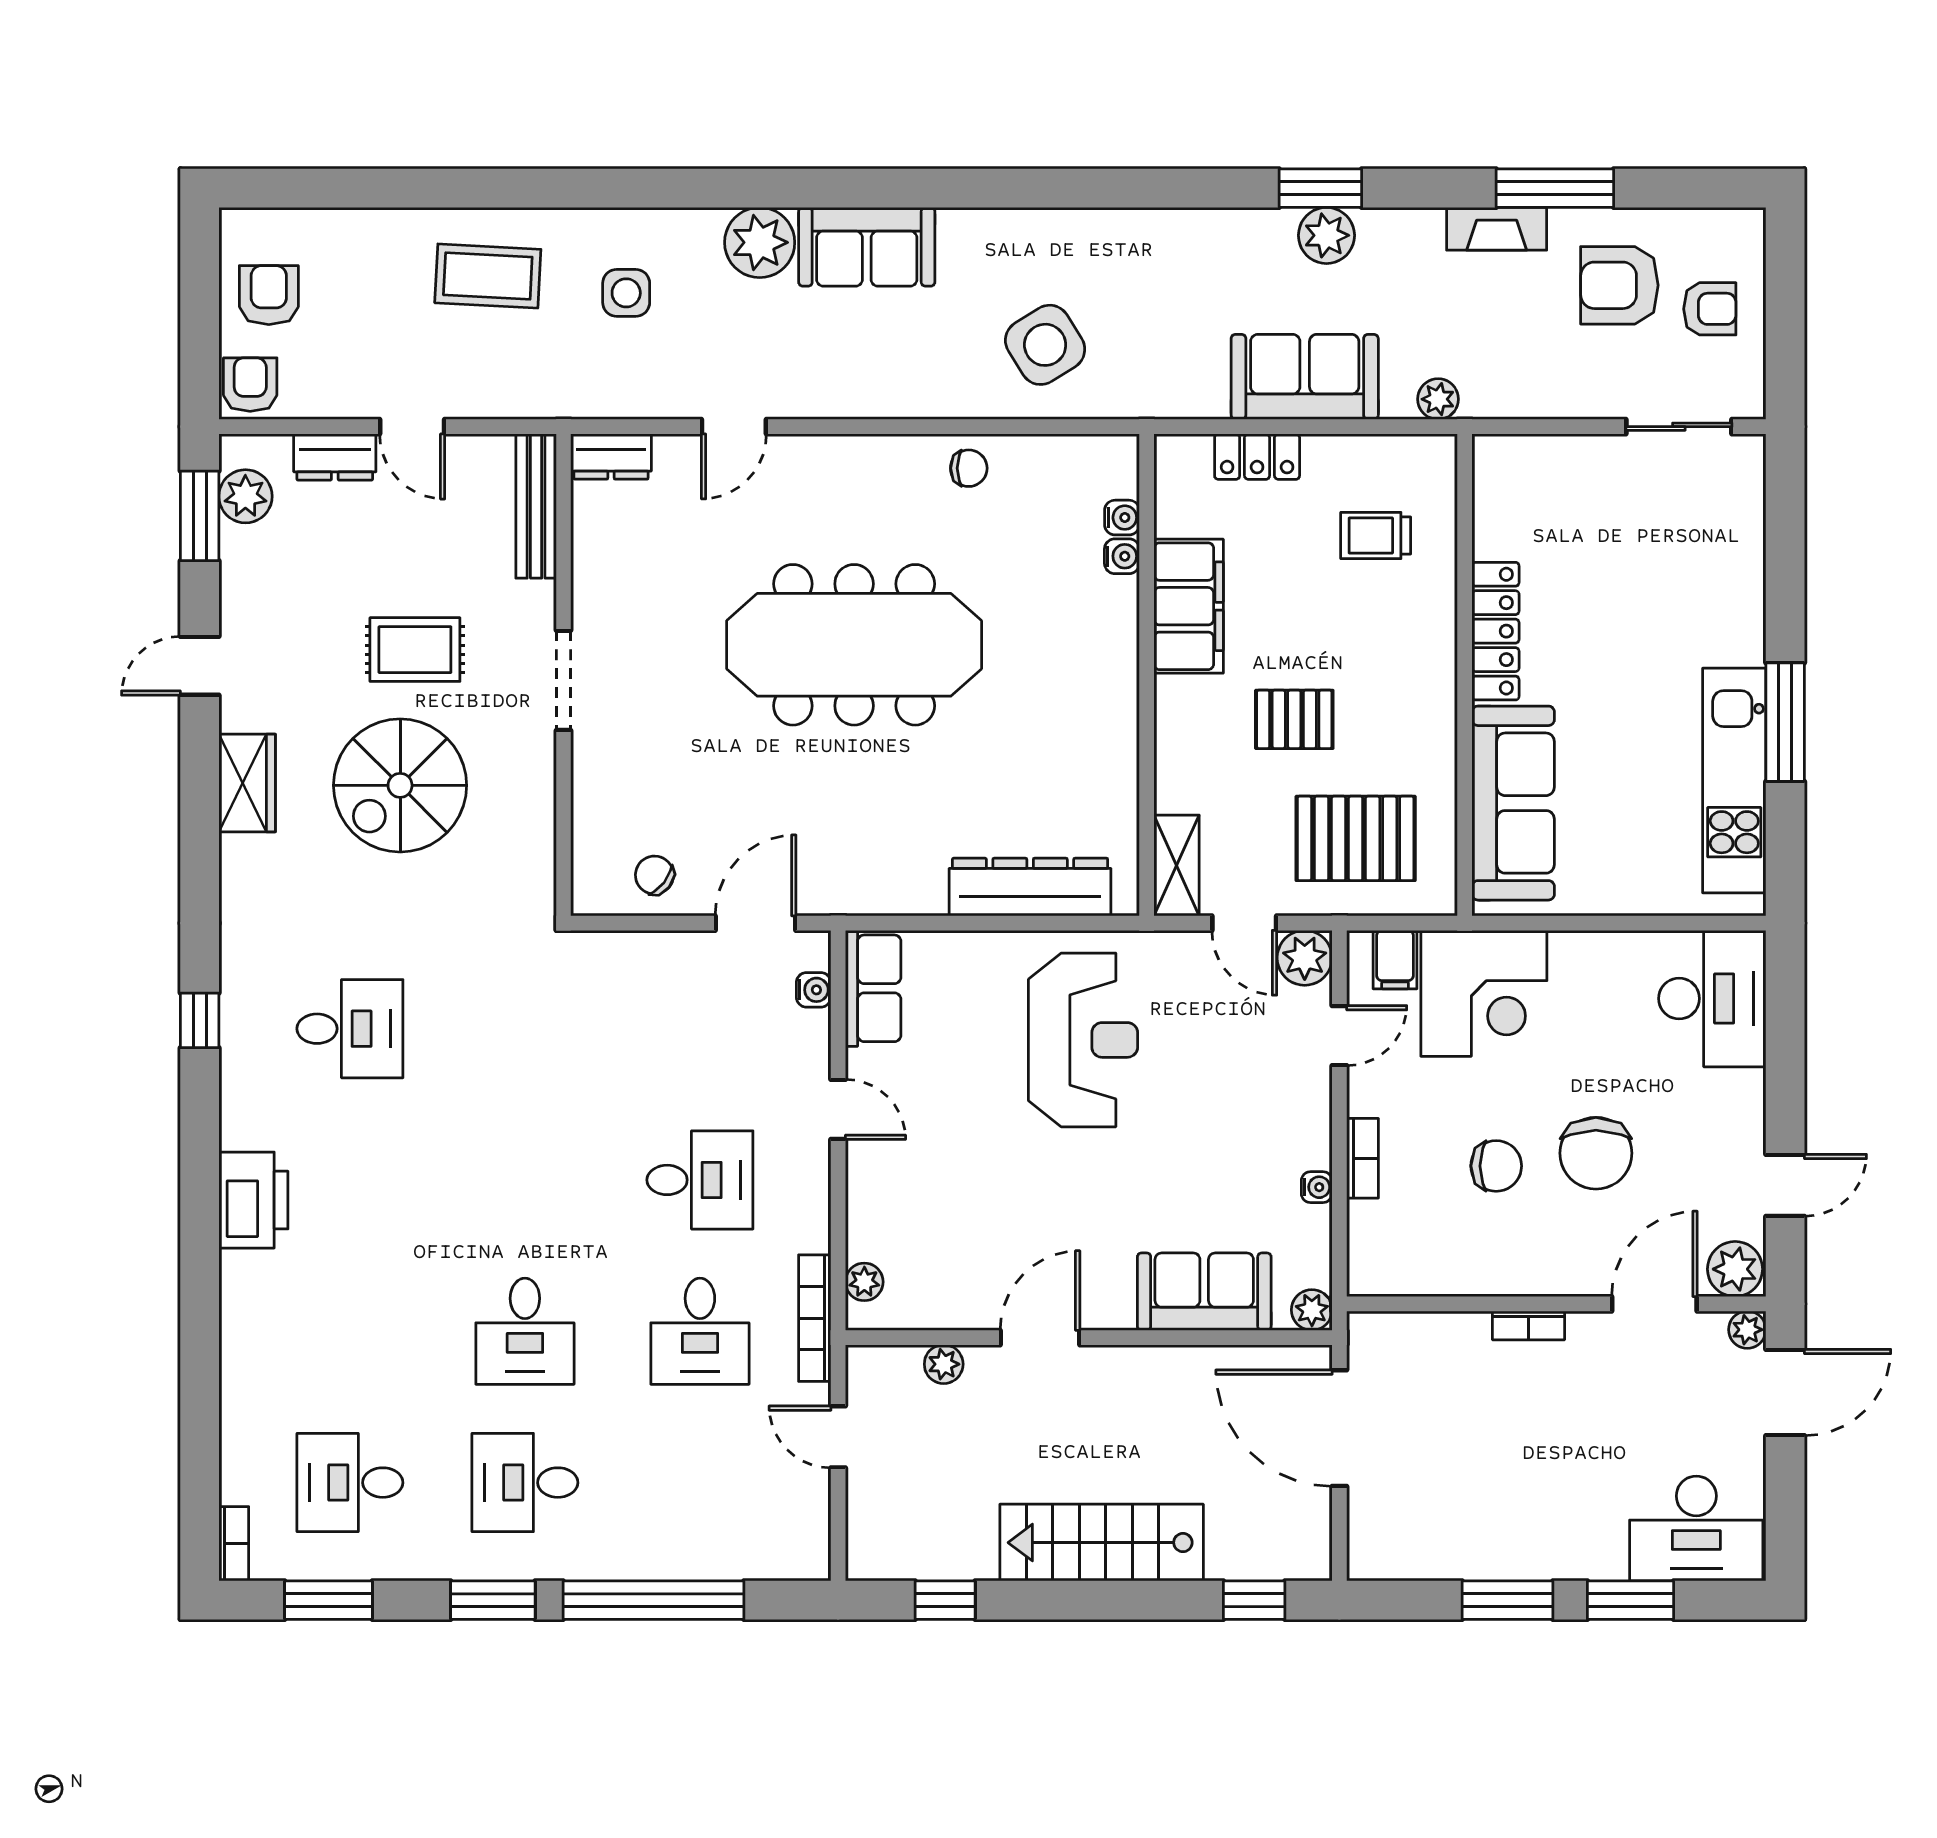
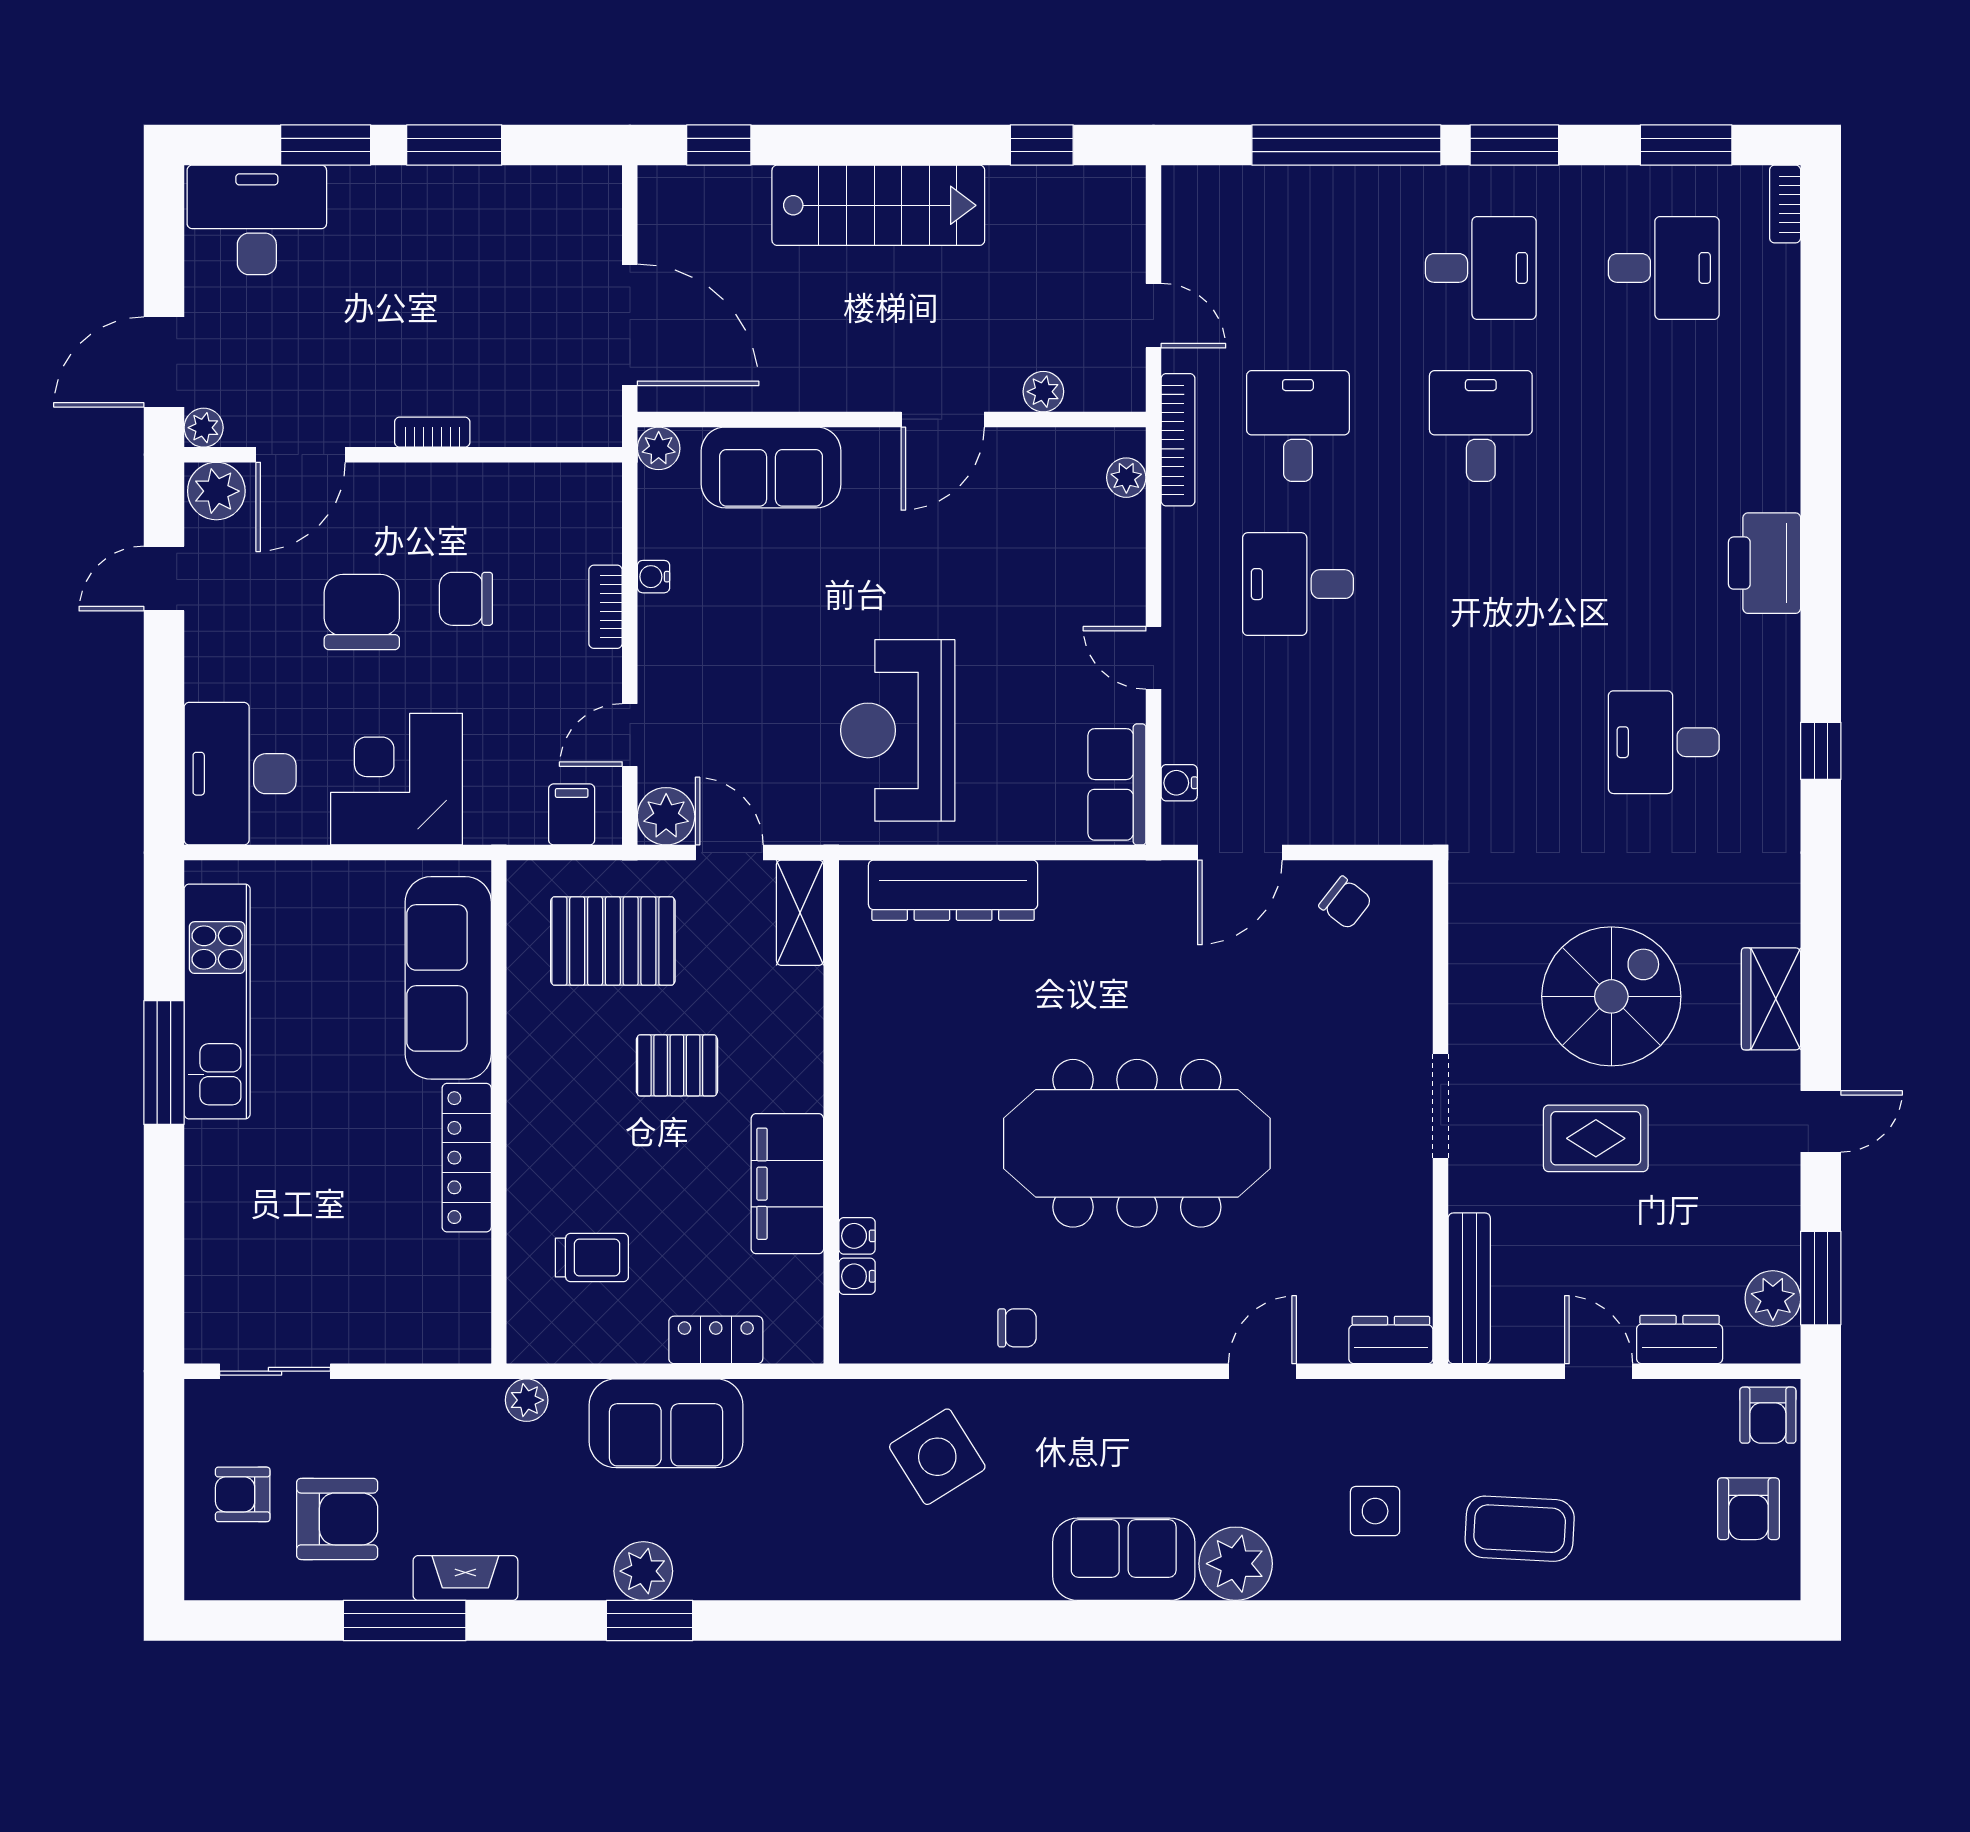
chair: (969, 468) -> (1017, 1328), turned 180
corner desk: (1484, 993) -> (397, 779), moved

